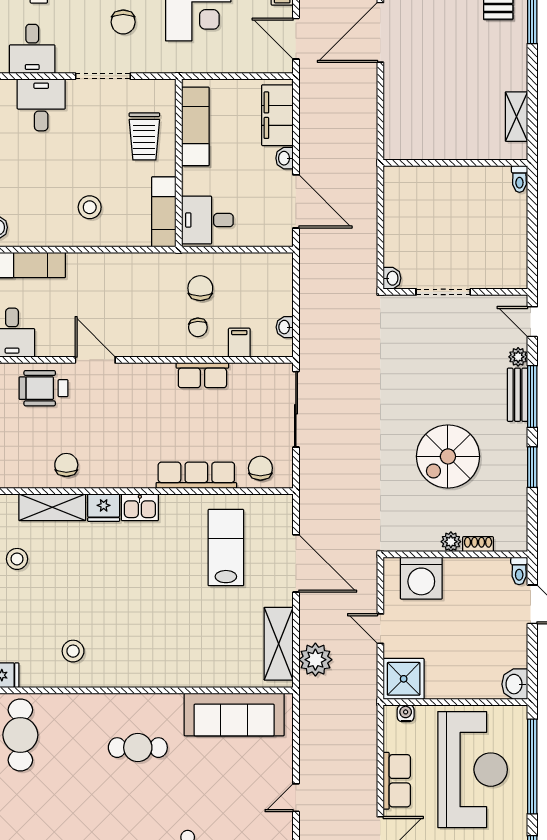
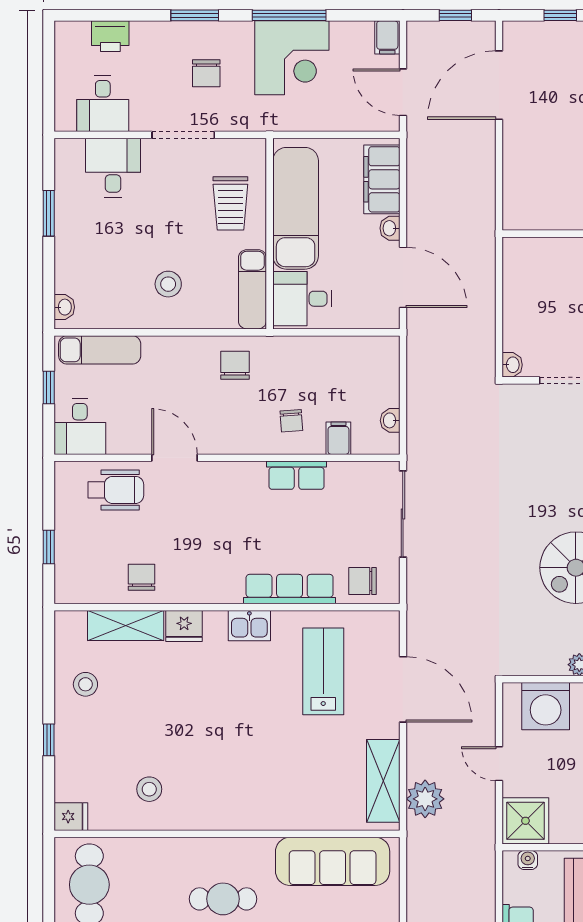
exam couch: (195, 126) -> (296, 208), width x1.36, depth x1.45
chair: (200, 288) -> (235, 365), moved
wheelchair: (44, 388) -> (116, 490), turned 180
chair: (260, 468) -> (363, 581), turned -90
kitchen sink: (140, 507) -> (249, 626), moved

